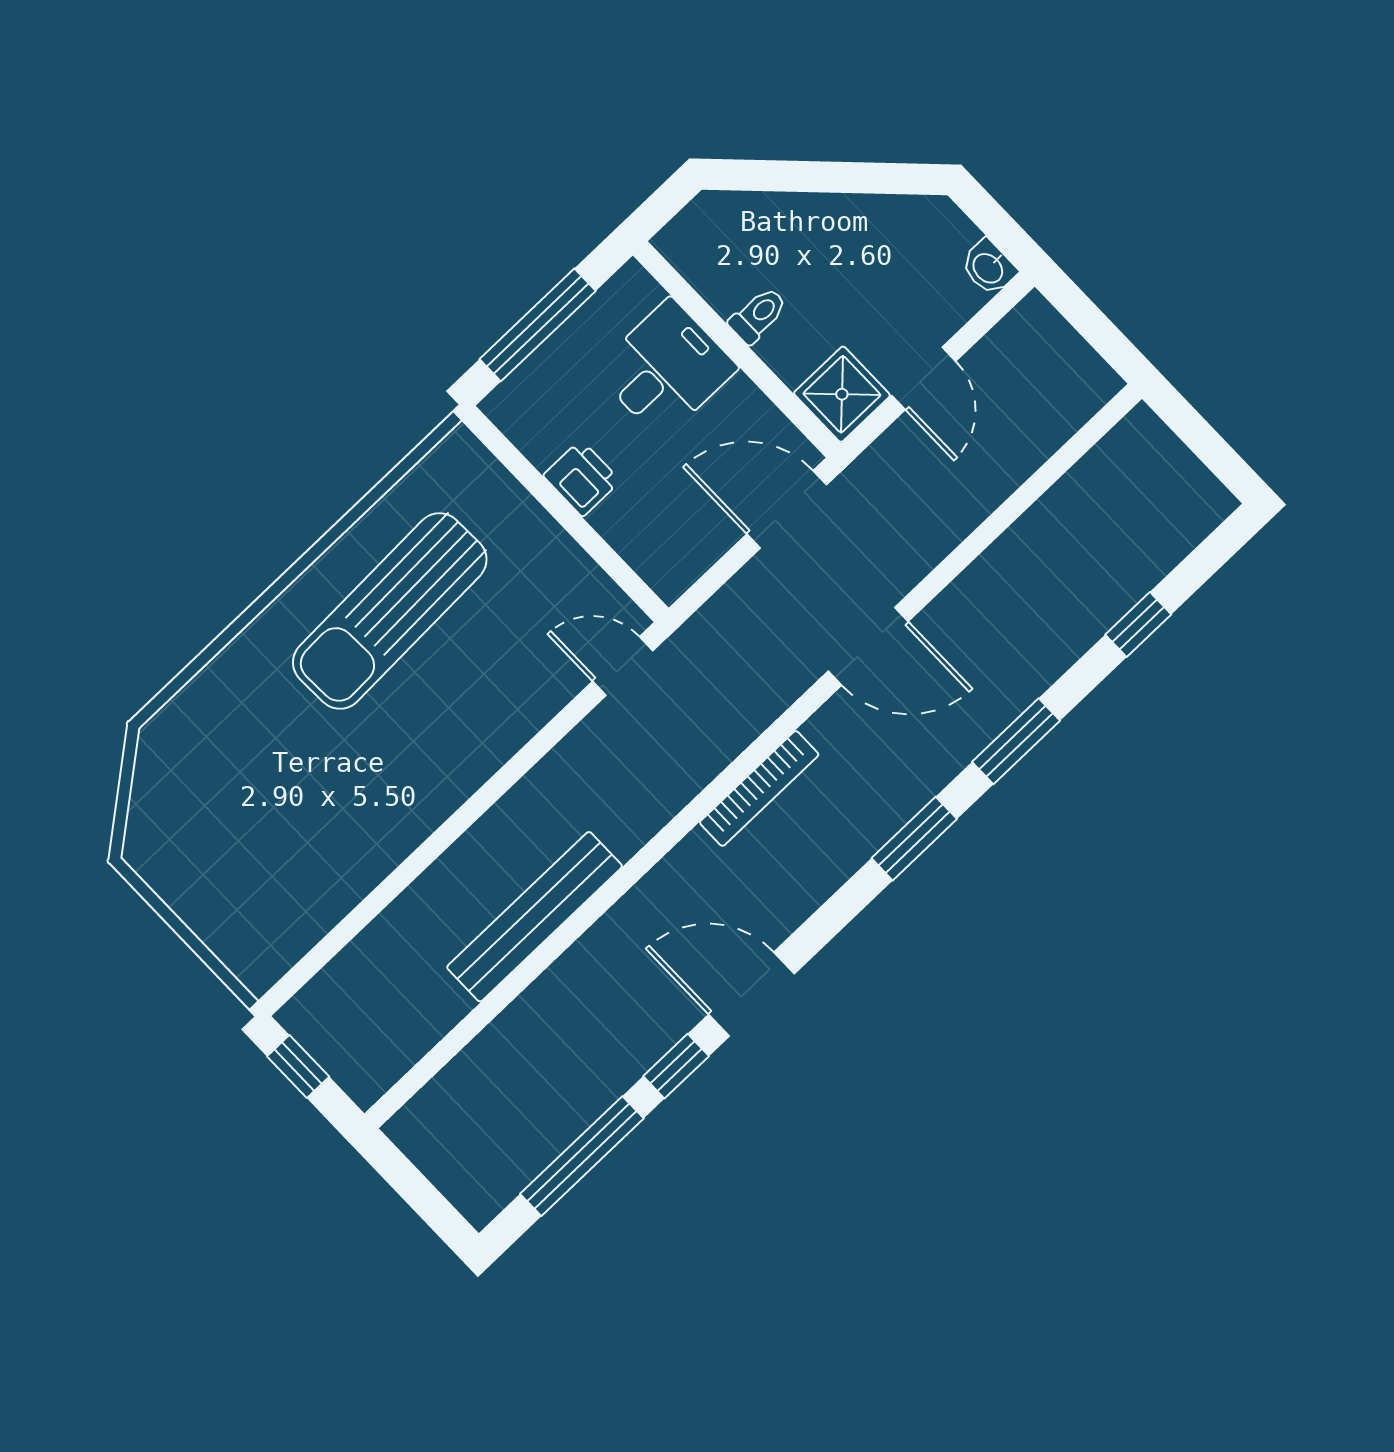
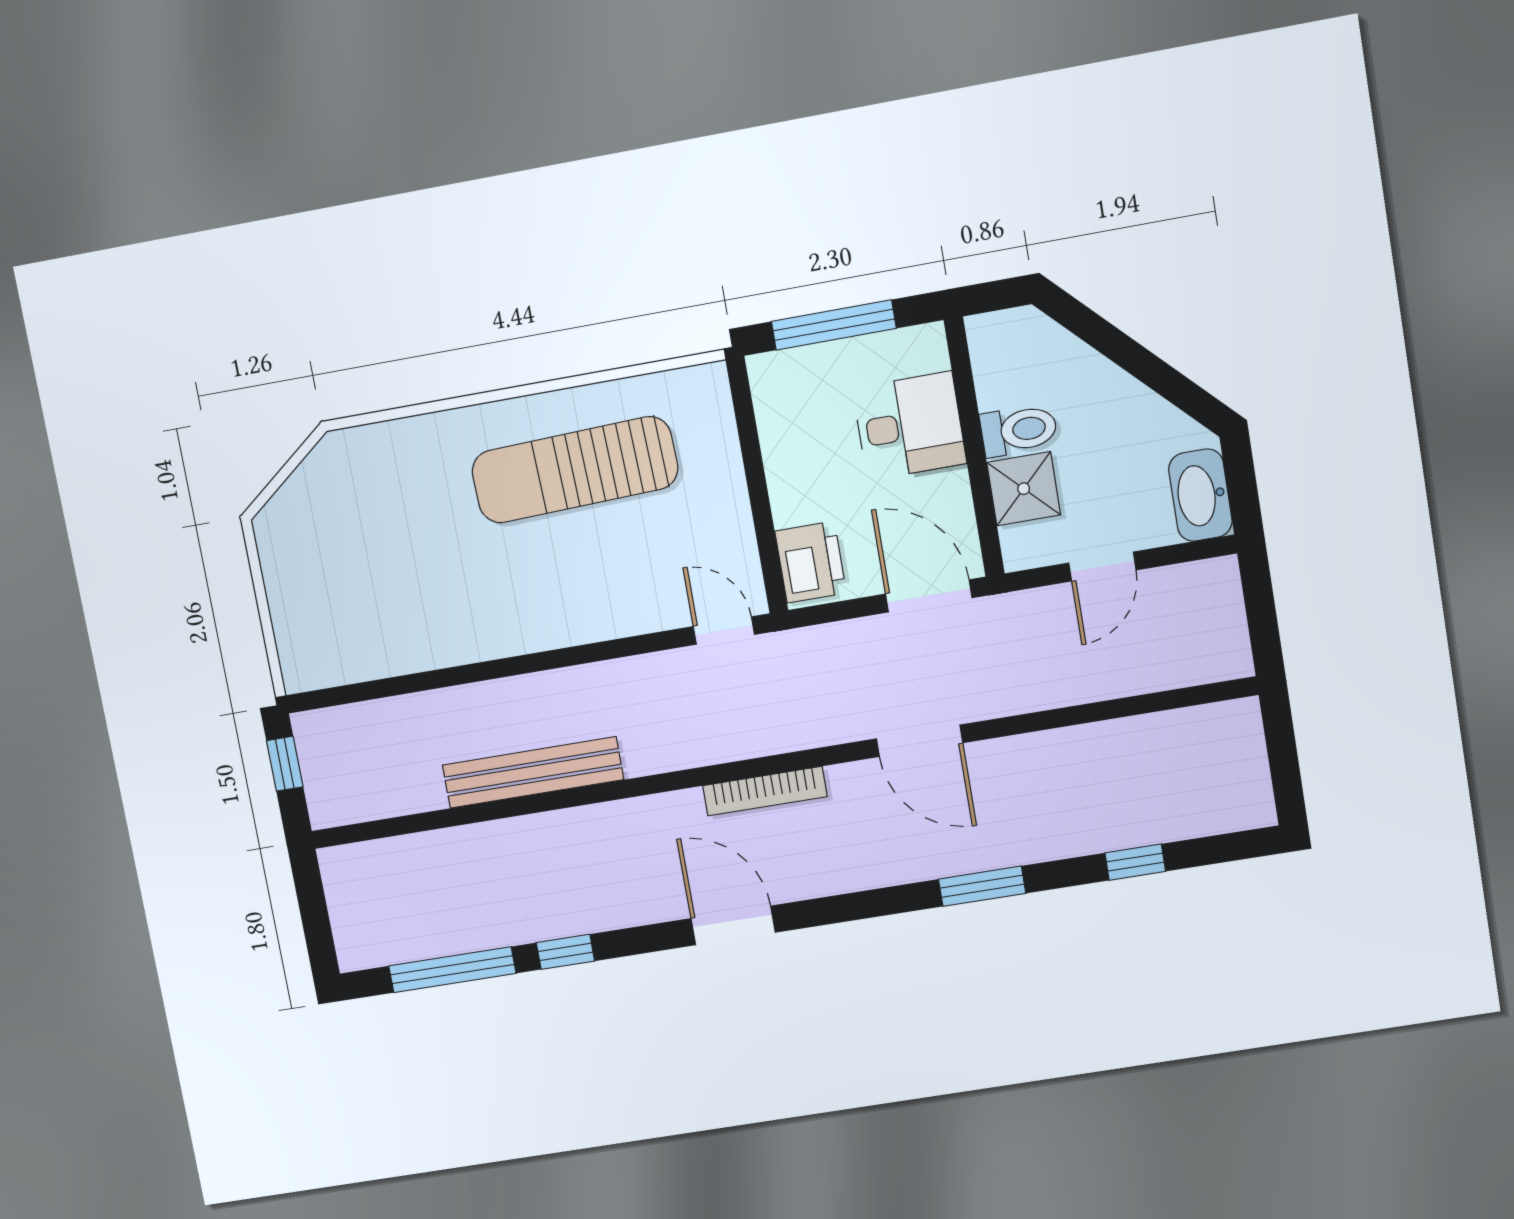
washbasin: (989, 267) -> (1200, 495), width x1.91, depth x1.45
toilet: (758, 315) -> (1019, 430), width x1.37, depth x1.39
shower: (842, 394) -> (1024, 489), moved
printer: (582, 478) -> (811, 562), moved, width x1.36, depth x1.24
window: (914, 839) -> (856, 906), removed
door: (751, 994) -> (733, 925), moved

